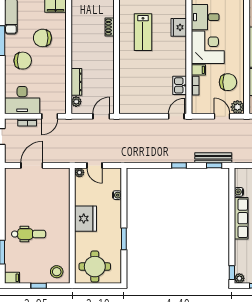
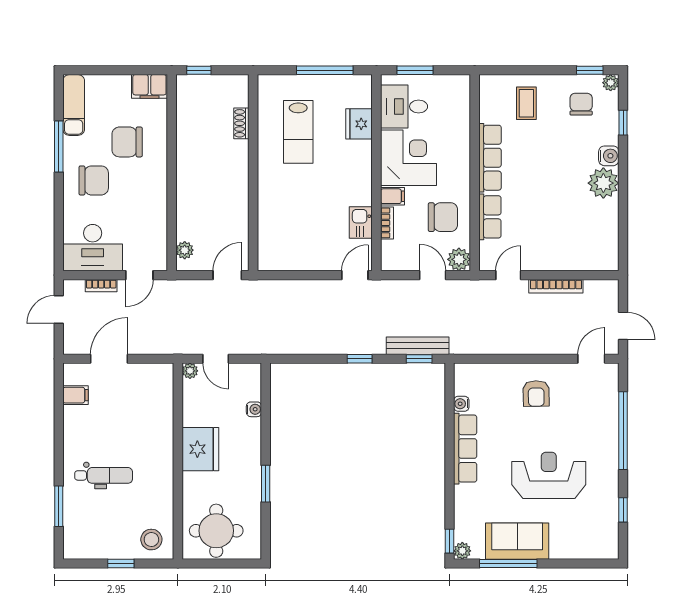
dresser: (76, 82) -> (185, 217), removed
filing cabinet: (12, 278) -> (76, 395), moved

